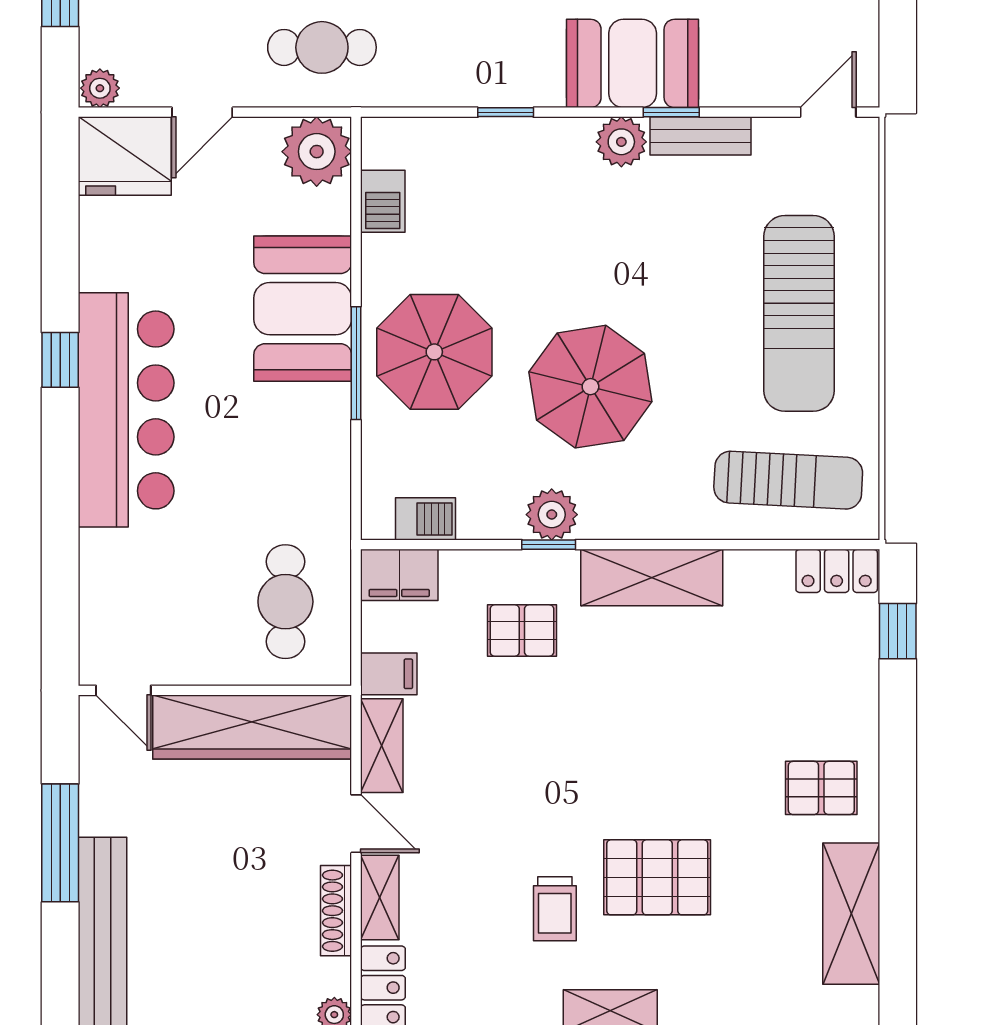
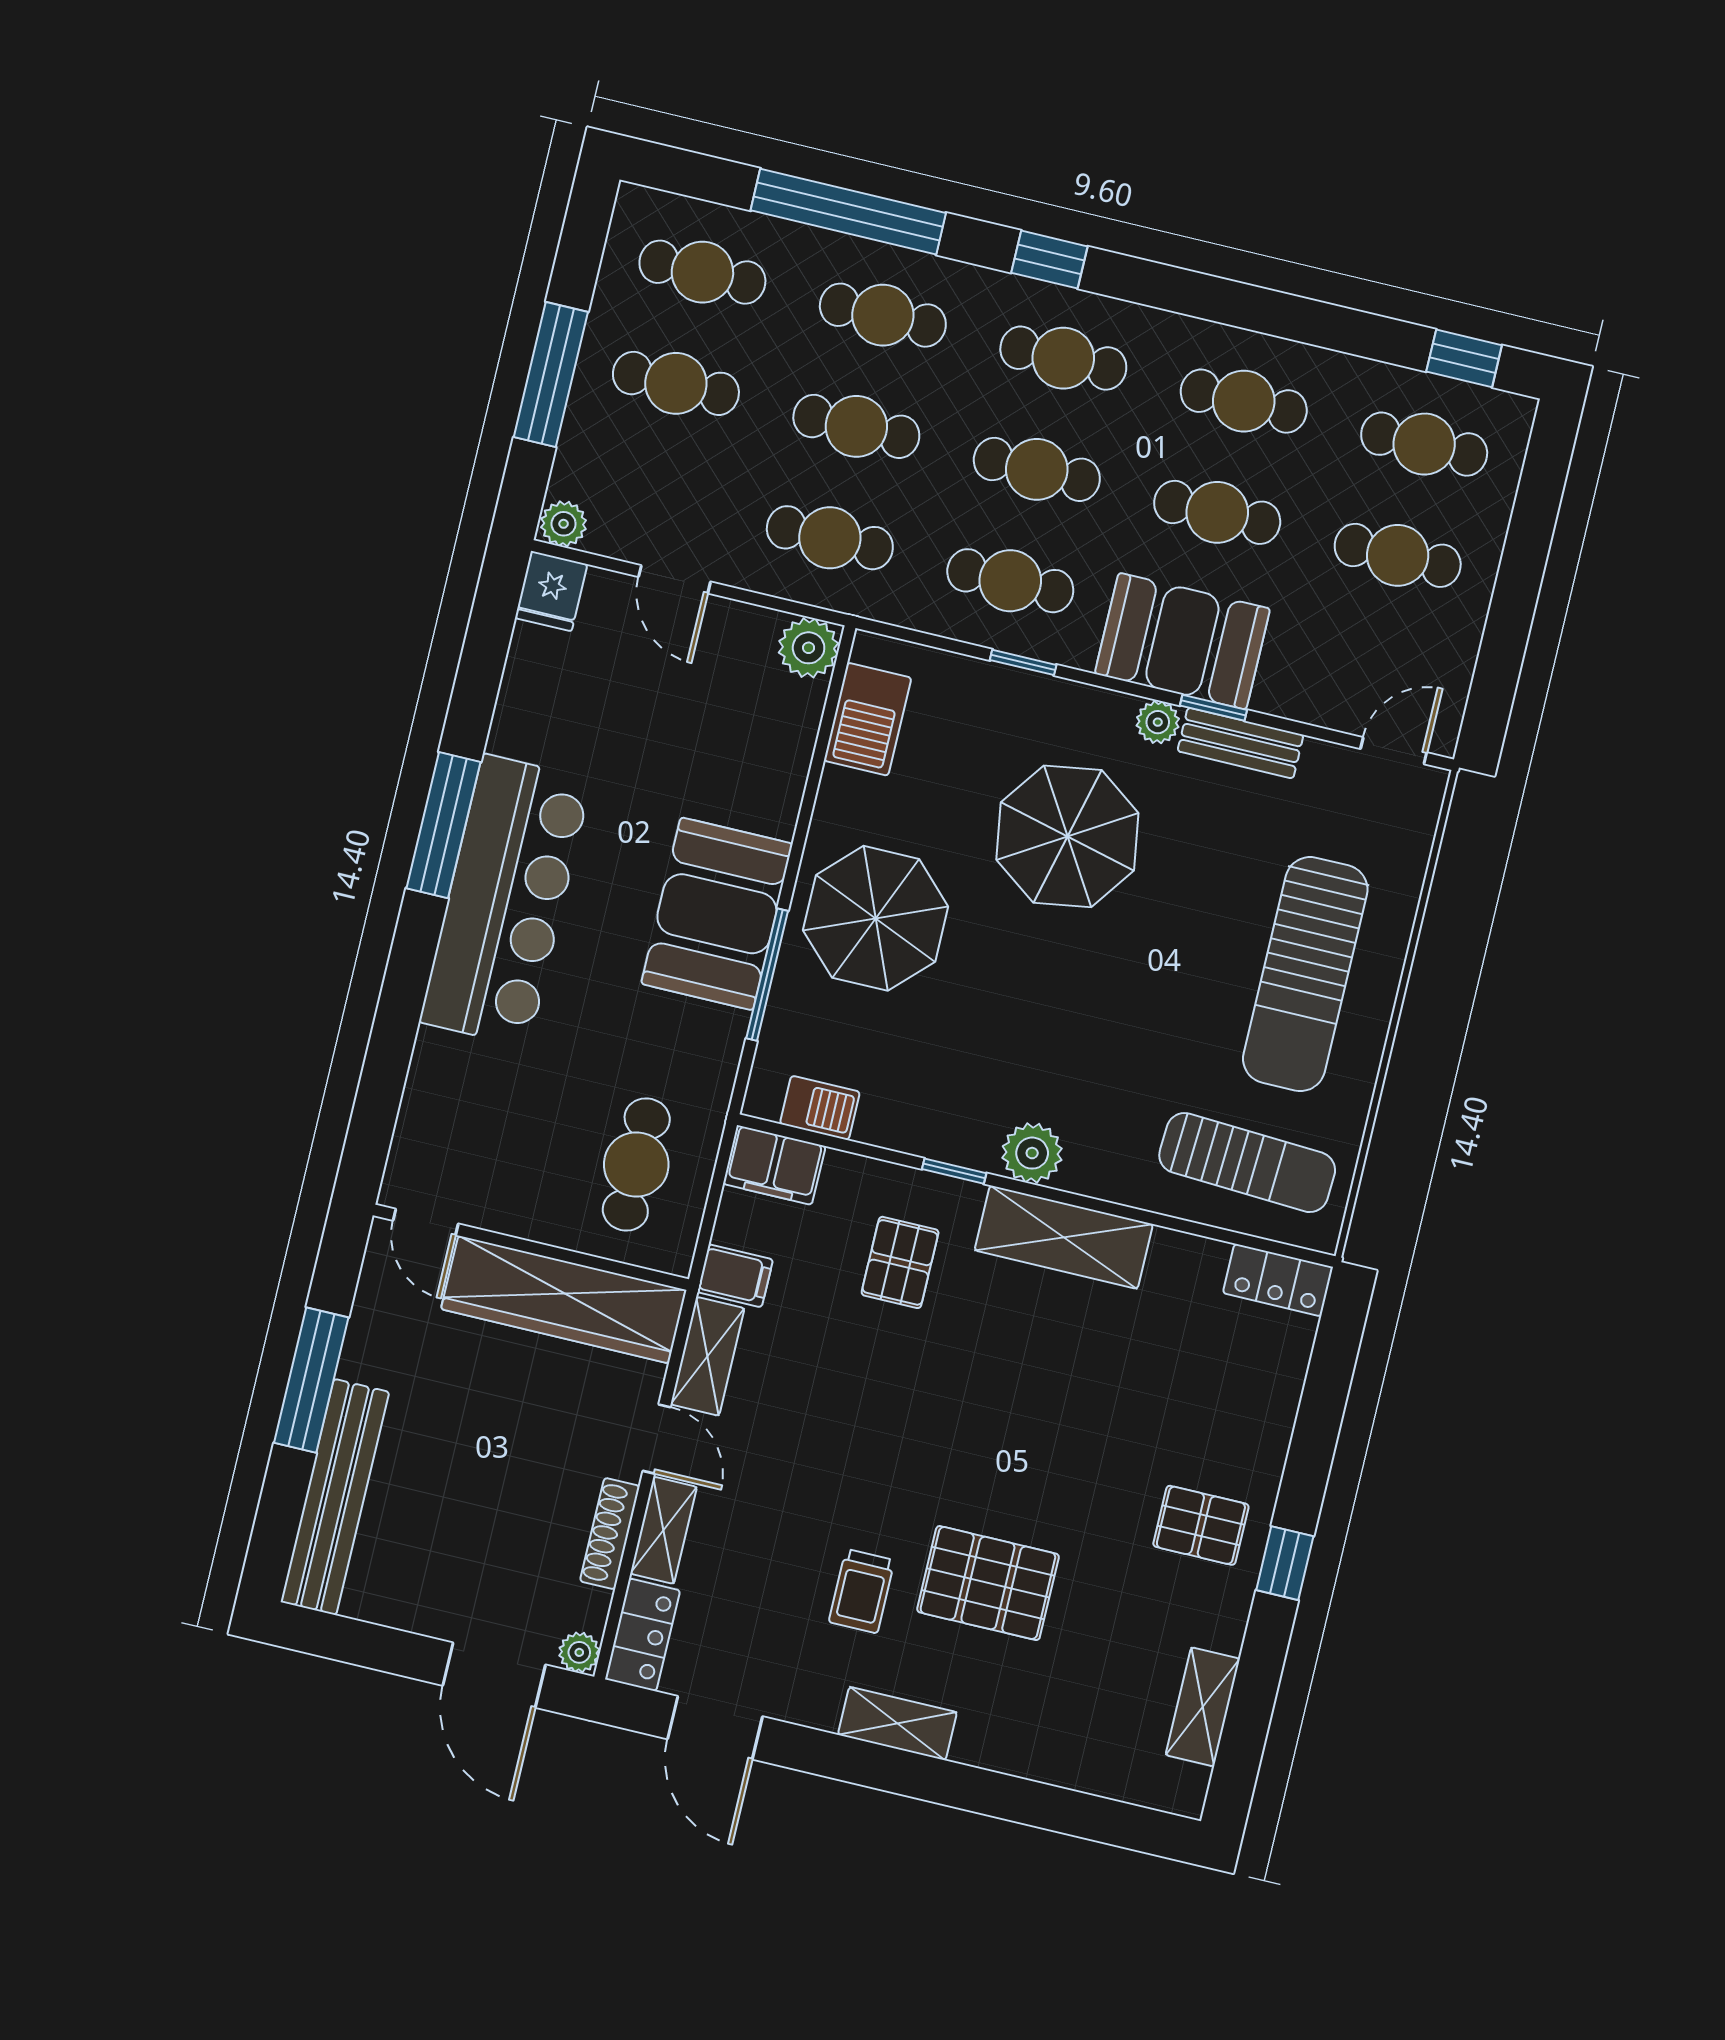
cafe table: (479, 47) -> (1010, 581), added
door: (202, 112) -> (675, 579), hinge flipped
plant: (621, 142) -> (1158, 722), width x0.73, depth x0.73
plant: (317, 152) -> (809, 648), width x0.73, depth x0.73
fridge: (125, 156) -> (551, 591), width x0.53, depth x0.75
barbecue: (383, 201) -> (868, 719), width x1.38, depth x1.27
booth: (303, 309) -> (717, 914), moved
window: (60, 360) -> (443, 825), width x2.17
window: (356, 363) -> (767, 975), moved
parasol: (590, 387) -> (1067, 836), moved
plant: (552, 515) -> (1032, 1153), moved
pallet: (522, 631) -> (900, 1262), turned 90
window: (898, 631) -> (1285, 1563), moved
shelving: (851, 914) -> (1203, 1707), width x0.67, depth x0.75

